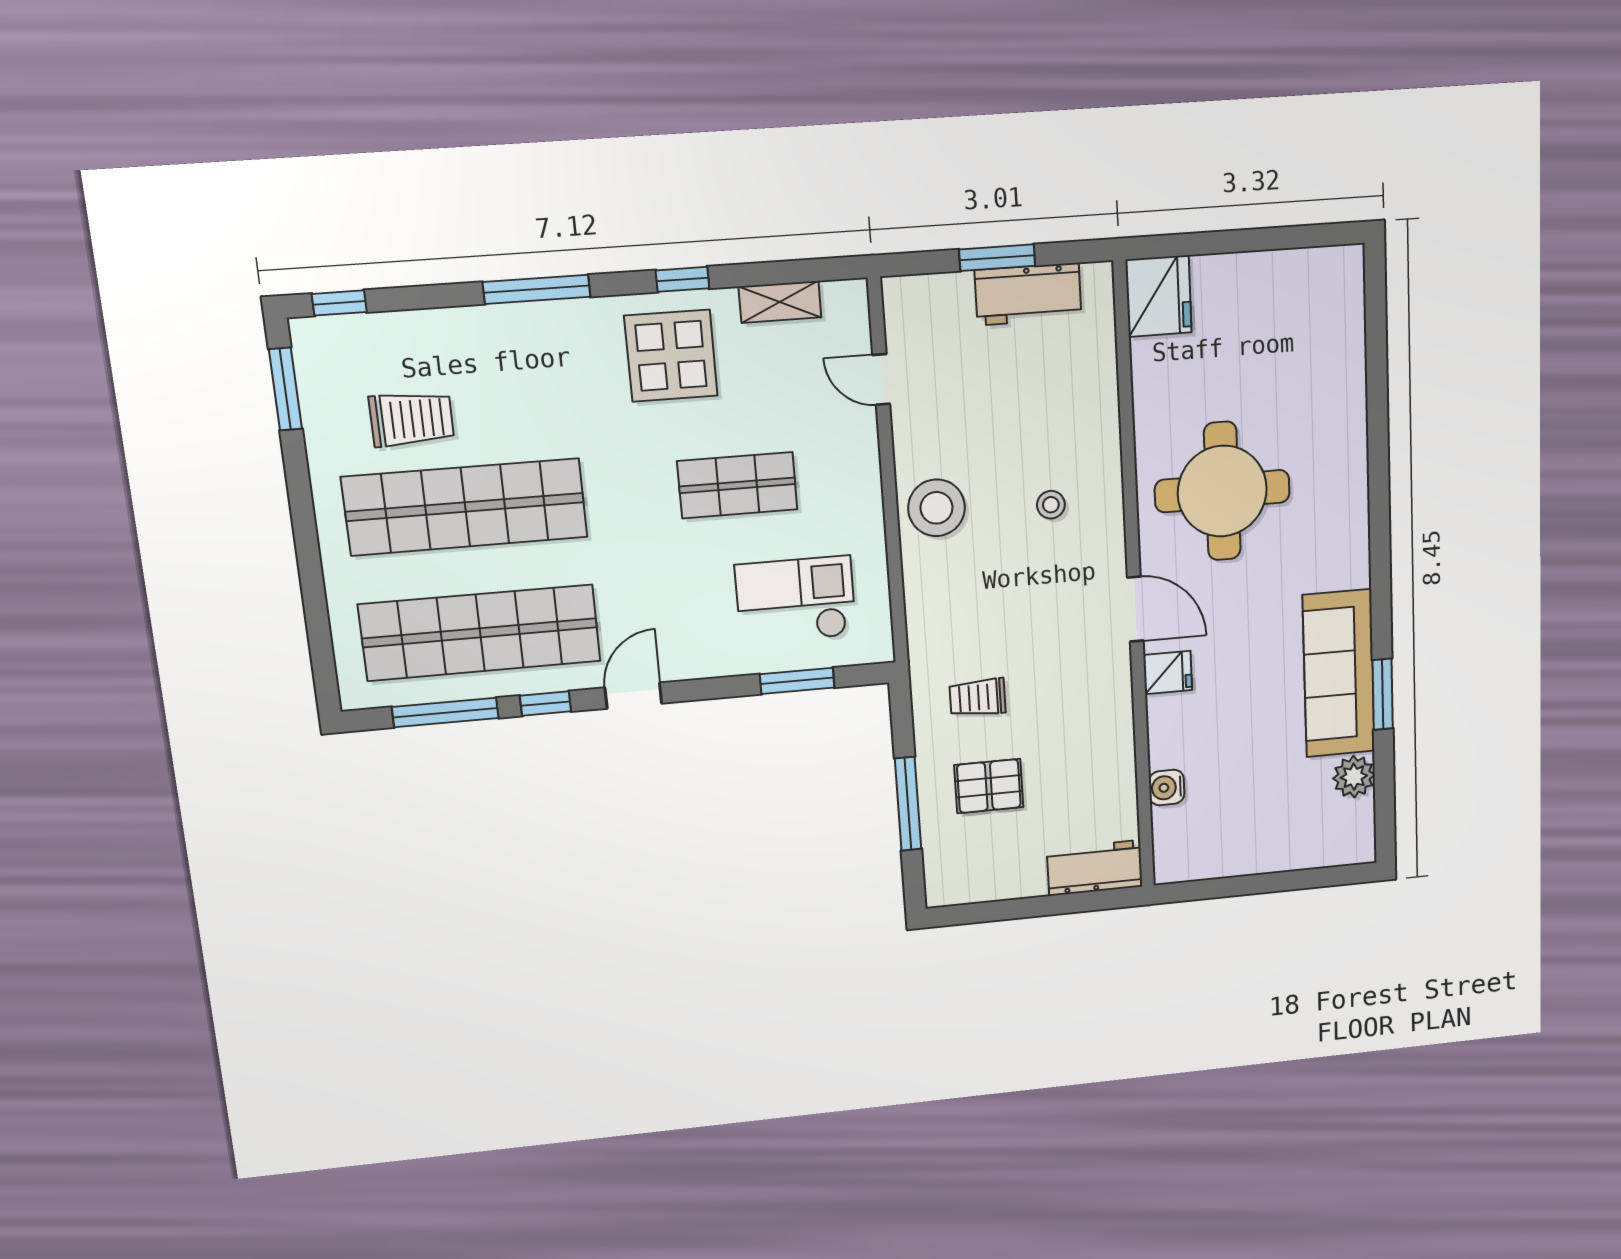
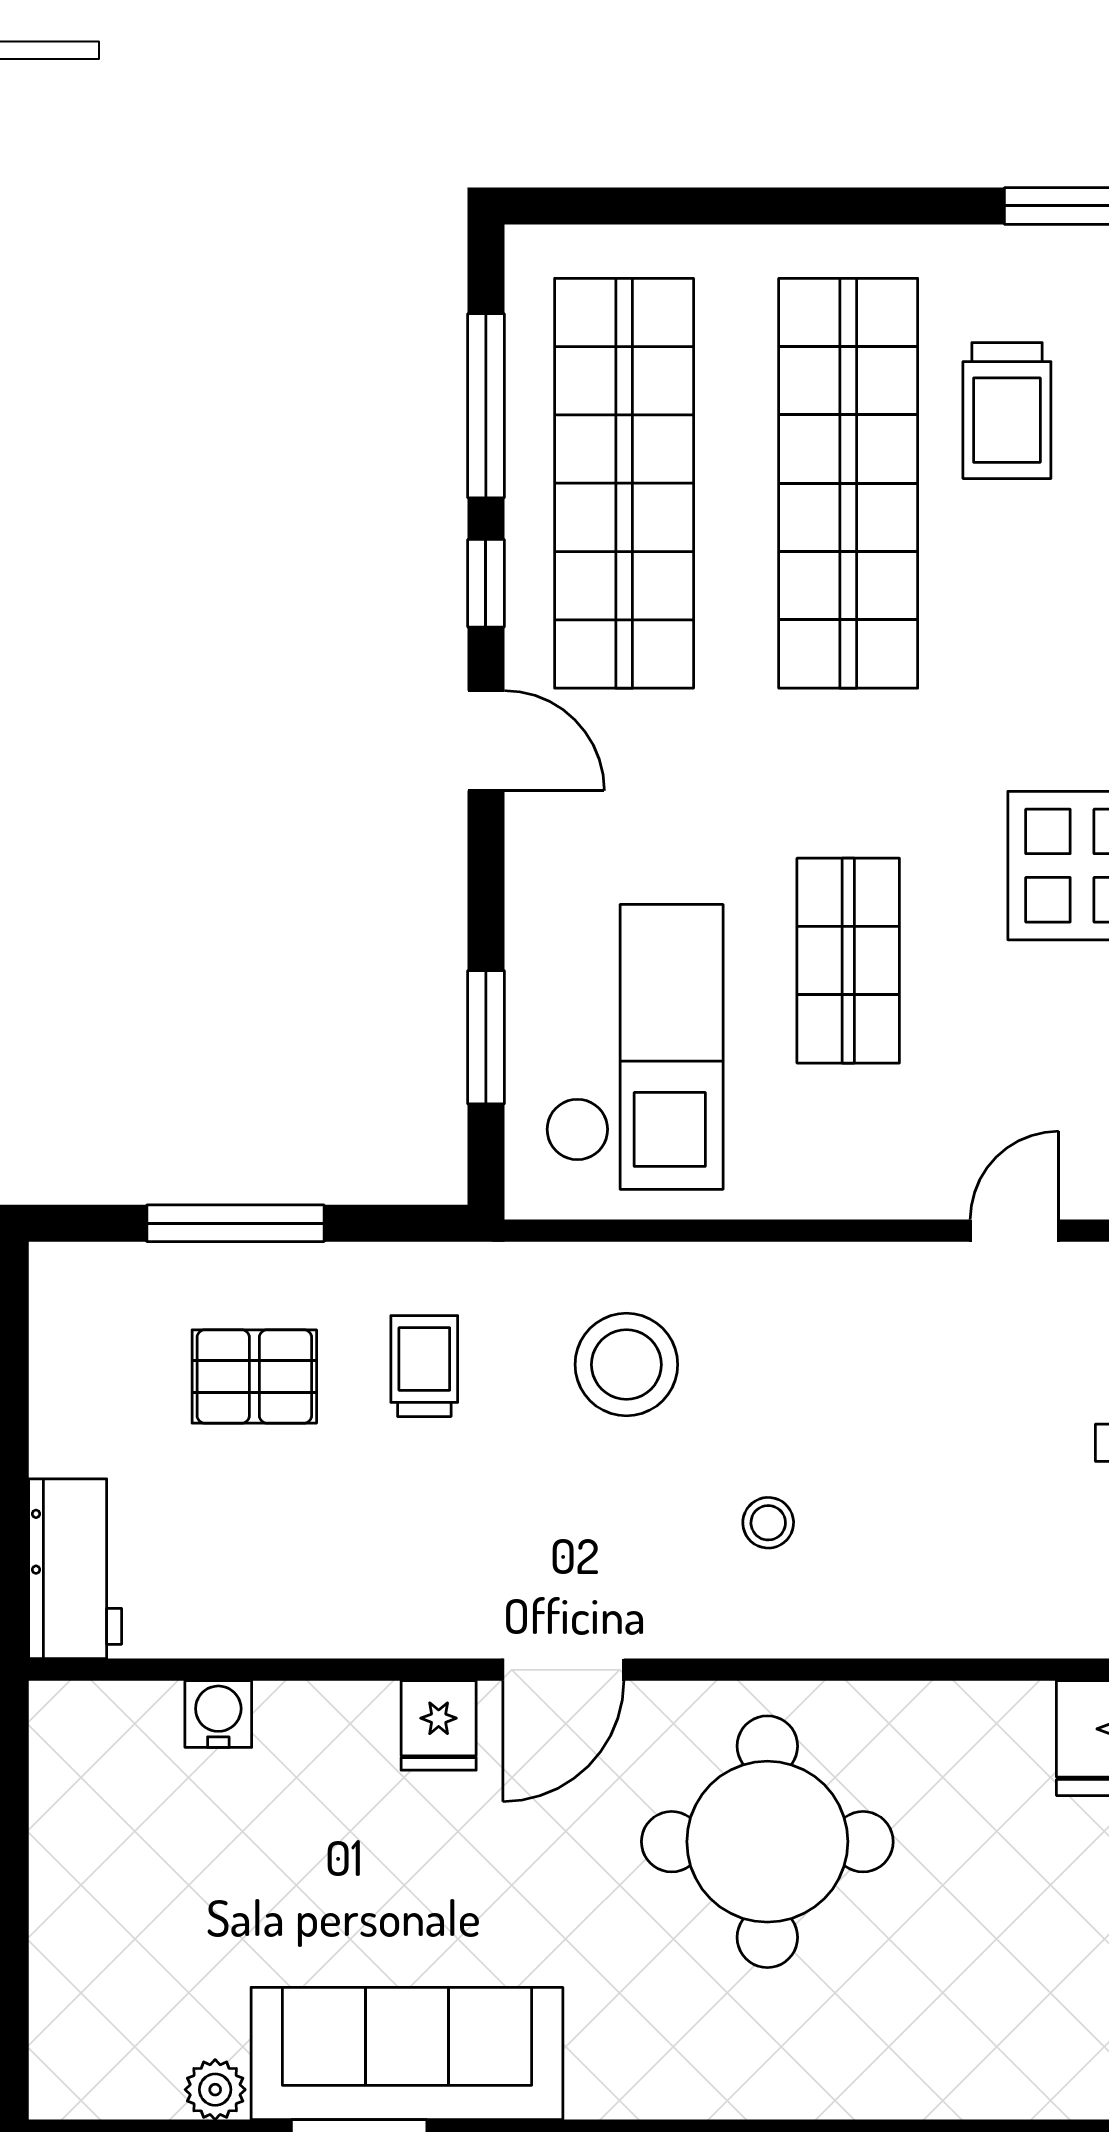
stool: (936, 508) -> (626, 1365), moved
checkout: (796, 600) -> (634, 1047), width x1.36, depth x1.21
plant: (1354, 777) -> (215, 2090), width x0.73, depth x0.73
pallet: (989, 786) -> (254, 1377), turned 90

